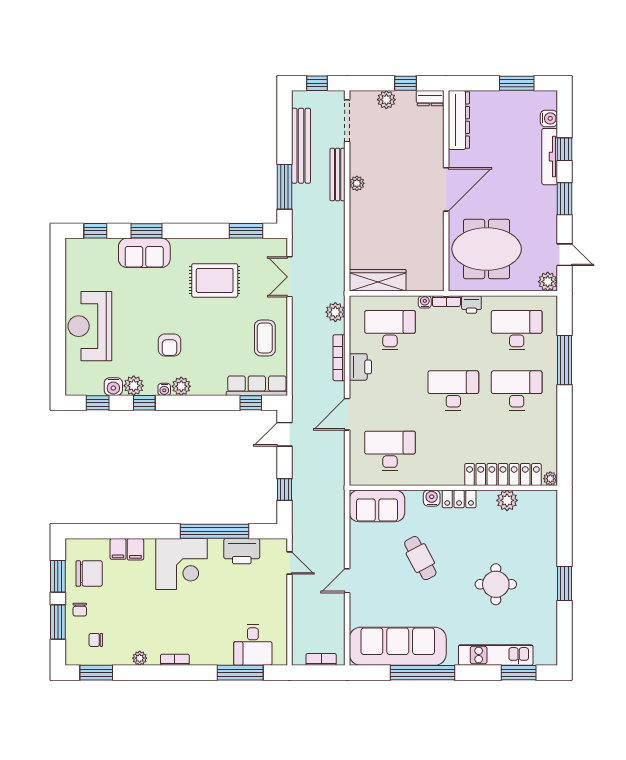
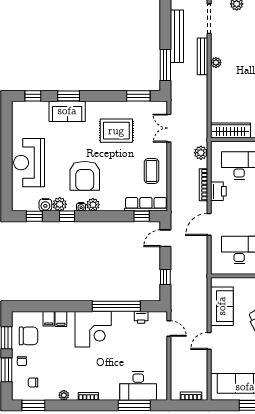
armchair: (169, 345) -> (85, 176), width x1.88, depth x1.88
sofa: (377, 506) -> (222, 306), moved, turned -90
printer: (242, 551) -> (141, 317), width x0.53, depth x0.68
desk: (253, 645) -> (138, 386), width x1.37

